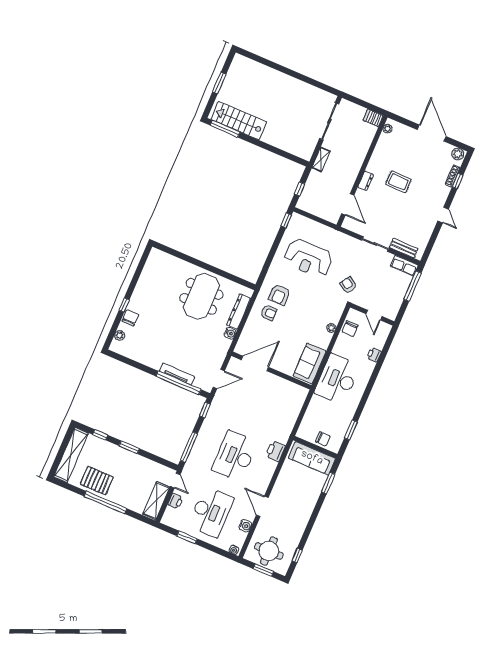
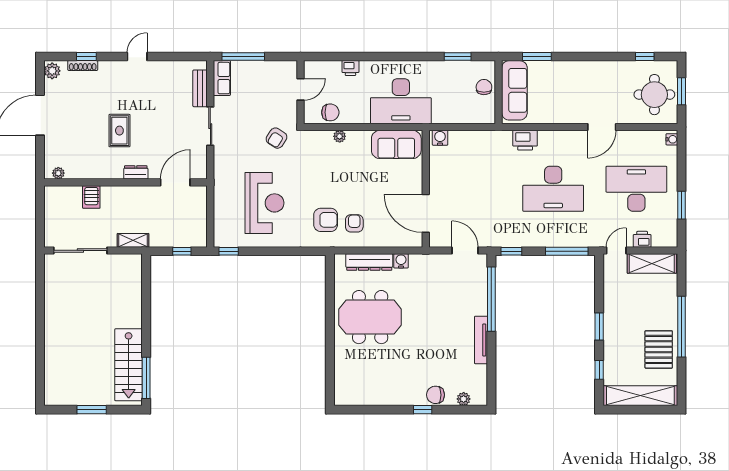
server rack: (373, 118) -> (91, 197), moved
tv unit: (177, 374) -> (481, 340), moved
water cooler: (245, 526) -> (440, 138), moved

